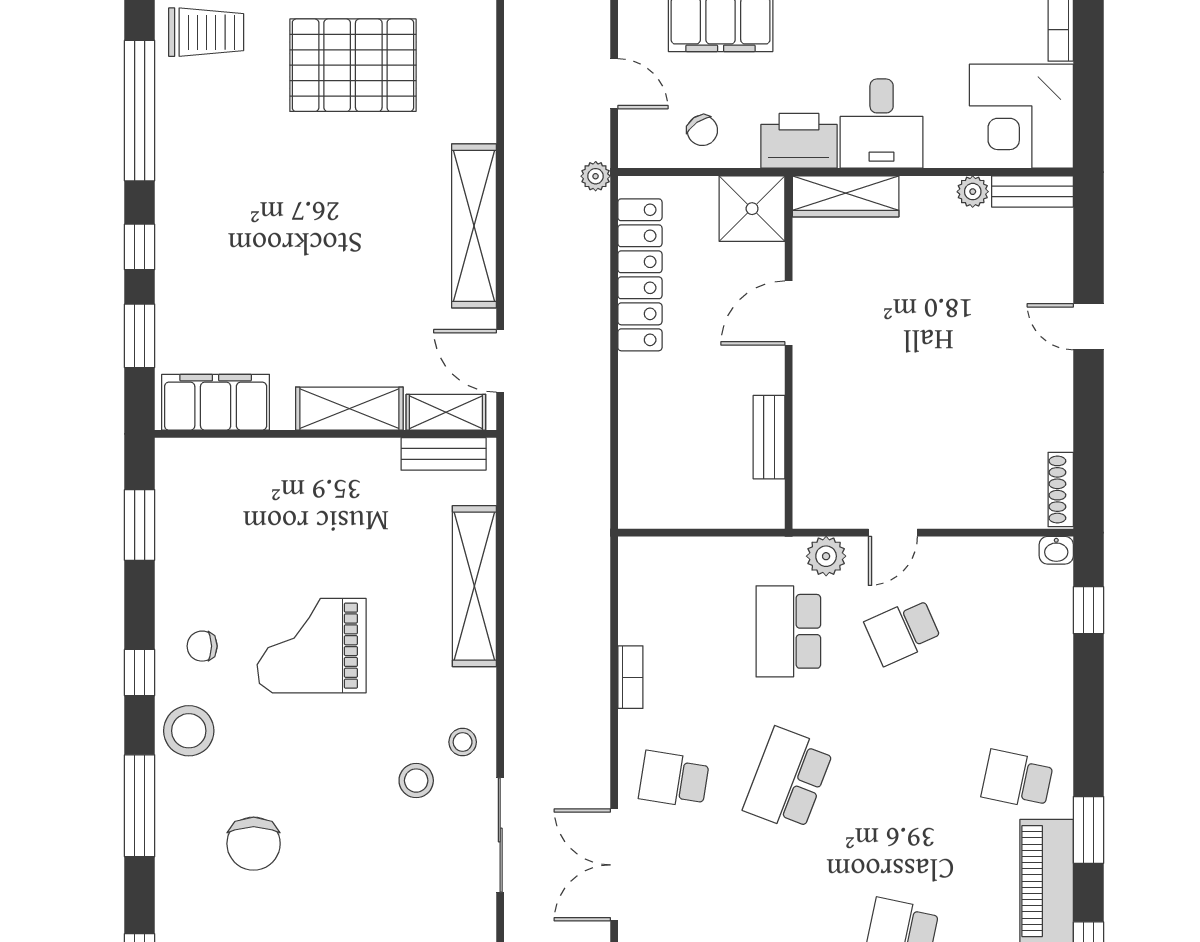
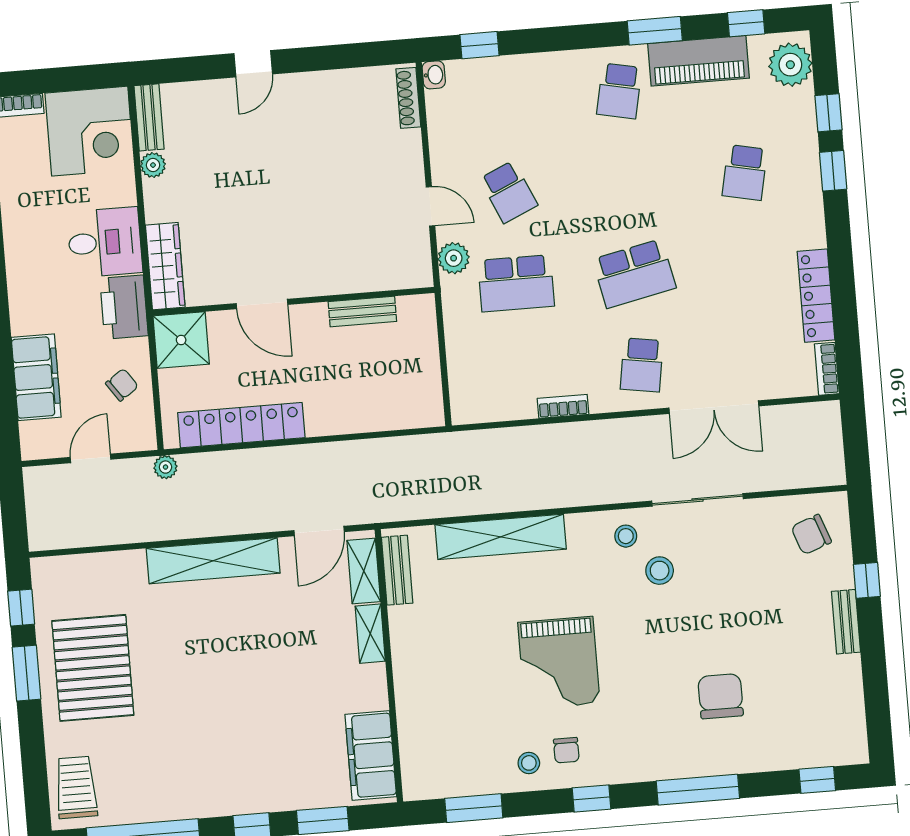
shelving: (349, 409) -> (370, 634), width x0.67, depth x0.75
shoe rack: (1061, 489) -> (408, 98), moved, turned 90
stool: (189, 731) -> (529, 763), moved, width x0.53, depth x0.53
school desk: (788, 779) -> (634, 274), turned -33
chair: (254, 844) -> (721, 696), turned -90

